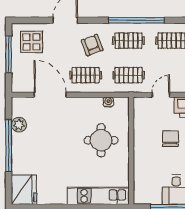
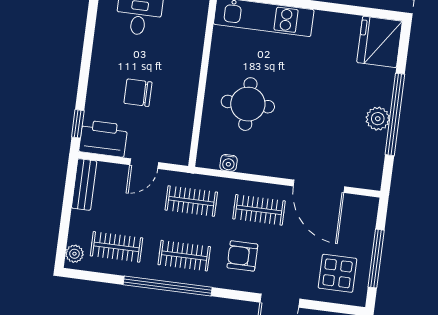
armchair: (92, 45) -> (242, 256), turned 111
plant: (19, 125) -> (378, 119), moved
chair: (171, 138) -> (138, 93), turned 90

